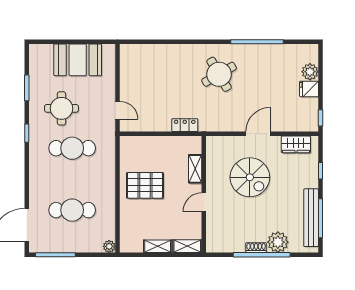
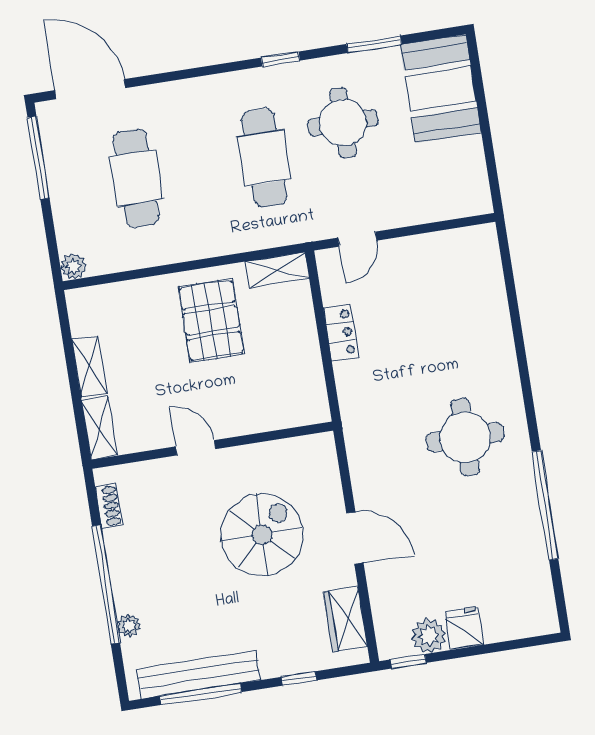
booth: (78, 60) -> (441, 89), moved
plant: (310, 72) -> (429, 636), moved
round table: (219, 74) -> (465, 437), turned 30
locker: (185, 125) -> (341, 333), moved
shelving: (195, 169) -> (277, 270), moved
spiral stairs: (250, 177) -> (262, 535), turned 180
plant: (278, 242) -> (129, 626), width x0.53, depth x0.53
shoe rack: (256, 248) -> (109, 506), moved

